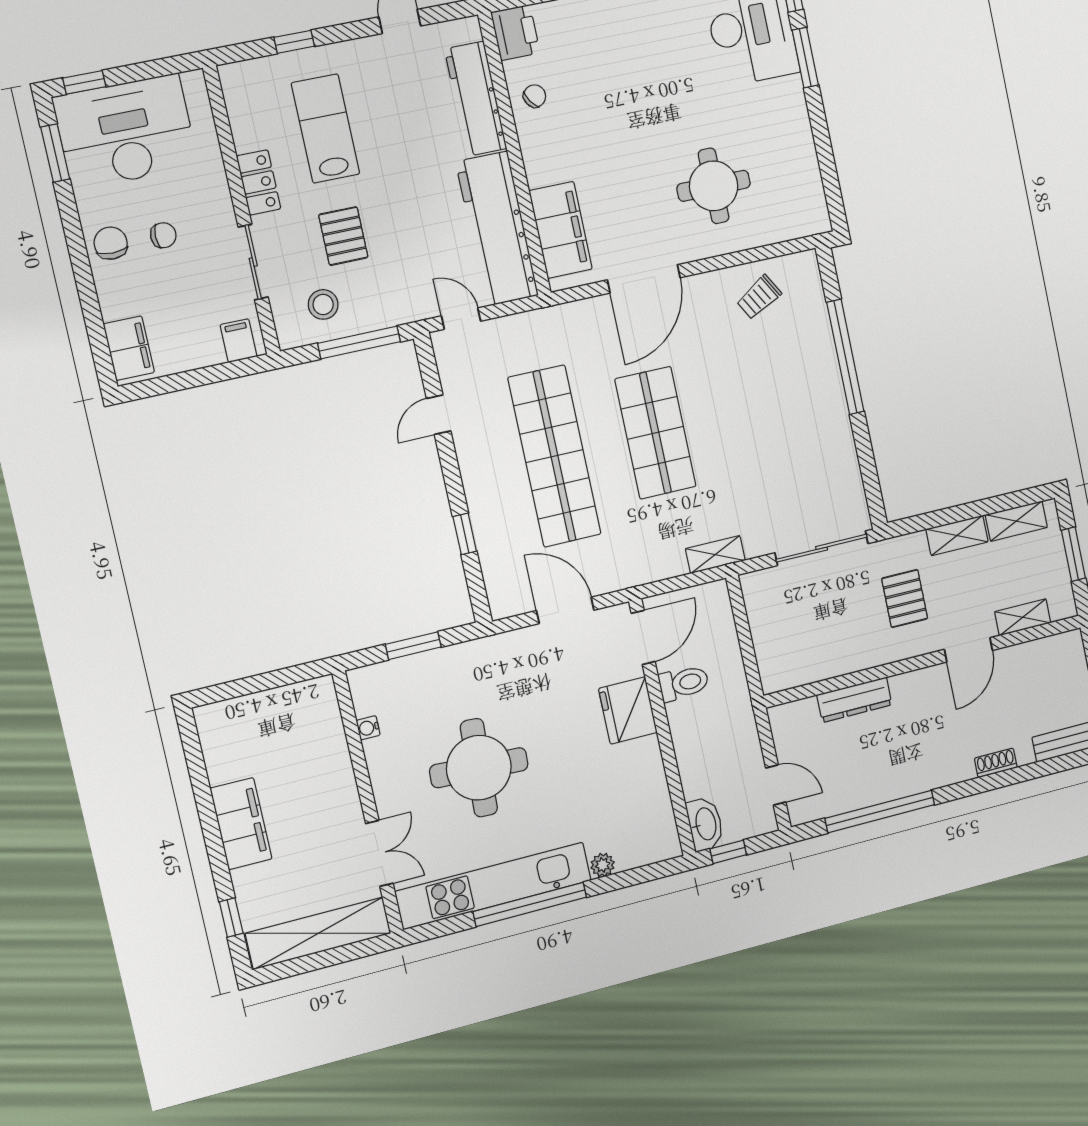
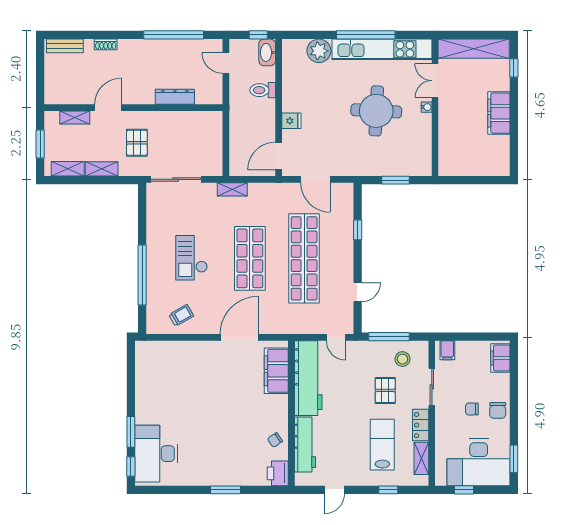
window: (84, 82) -> (464, 490), moved
shelving: (242, 117) -> (421, 458), added
lab bench: (325, 129) -> (382, 445), turned 180
round table: (714, 186) -> (193, 377), removed
checkout: (763, 409) -> (192, 258), added
toilet: (684, 683) -> (263, 90), moved
fridge: (628, 711) -> (291, 121), width x0.53, depth x0.75
water cooler: (368, 728) -> (427, 107), moved
plant: (603, 865) -> (319, 51), width x1.88, depth x1.88

